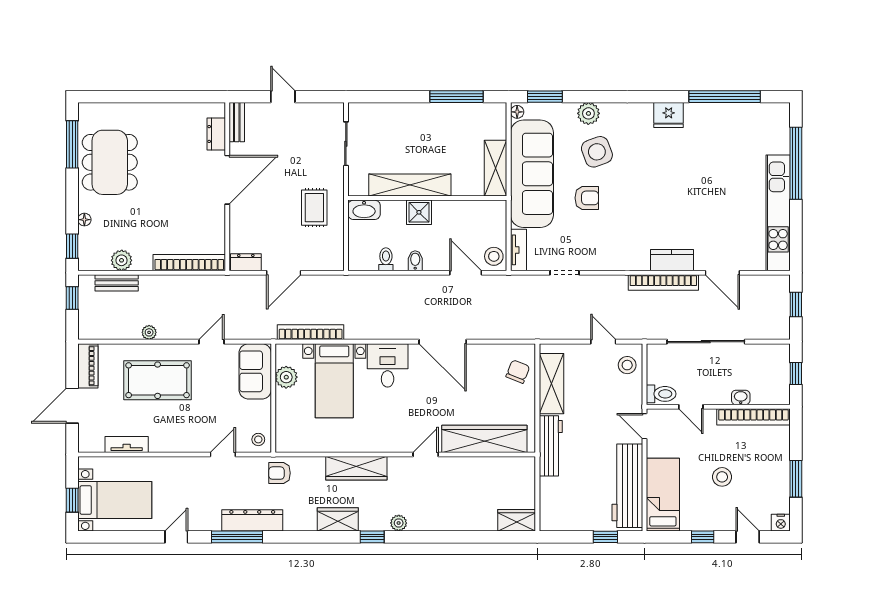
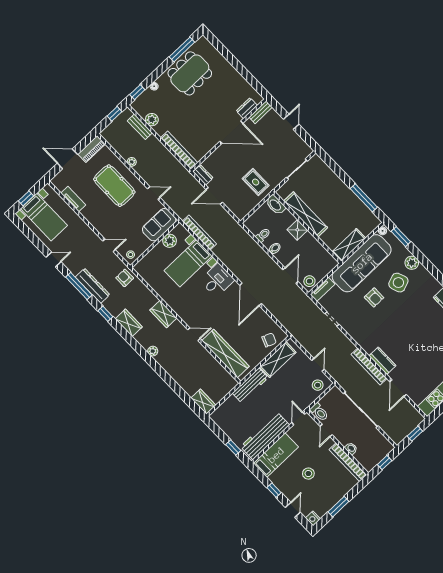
rug: (314, 208) -> (256, 182), turned 90
wardrobe: (356, 468) -> (163, 314), width x0.67
window: (372, 537) -> (105, 314), moved

